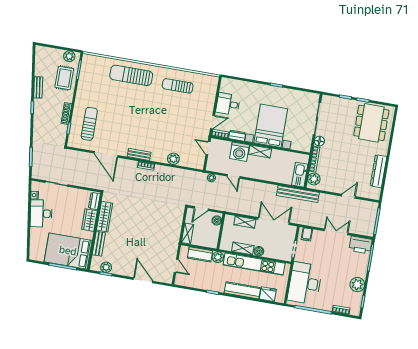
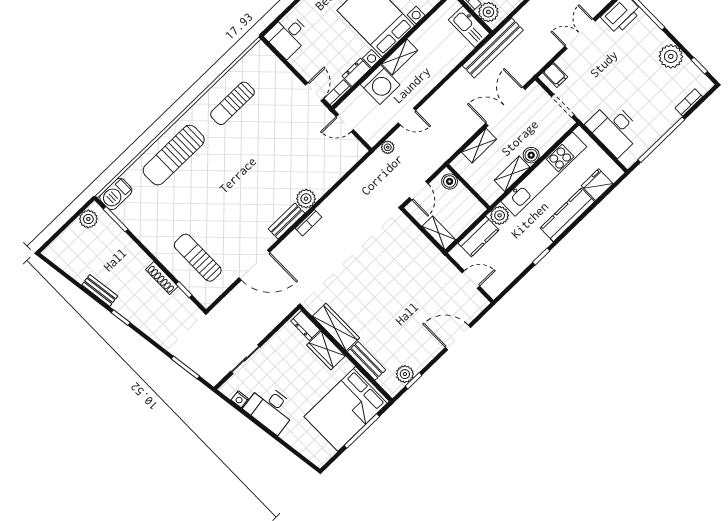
barbecue: (91, 61) -> (116, 194), added
rug: (64, 78) -> (112, 247), removed
desk: (228, 104) -> (288, 36), moved
plant: (173, 159) -> (306, 199), moved
desk: (305, 283) -> (614, 129), width x0.73, depth x0.77

